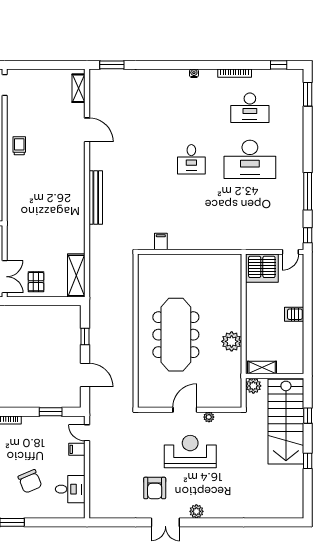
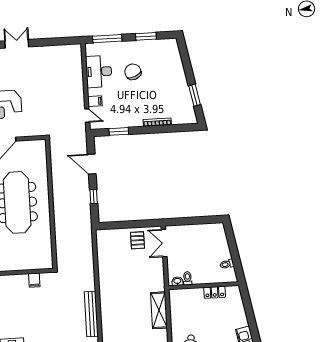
shelving: (76, 275) -> (159, 310), moved
armchair: (155, 488) -> (27, 72), removed
desk: (70, 489) -> (99, 72), width x1.37
window: (58, 522) -> (107, 39), added

